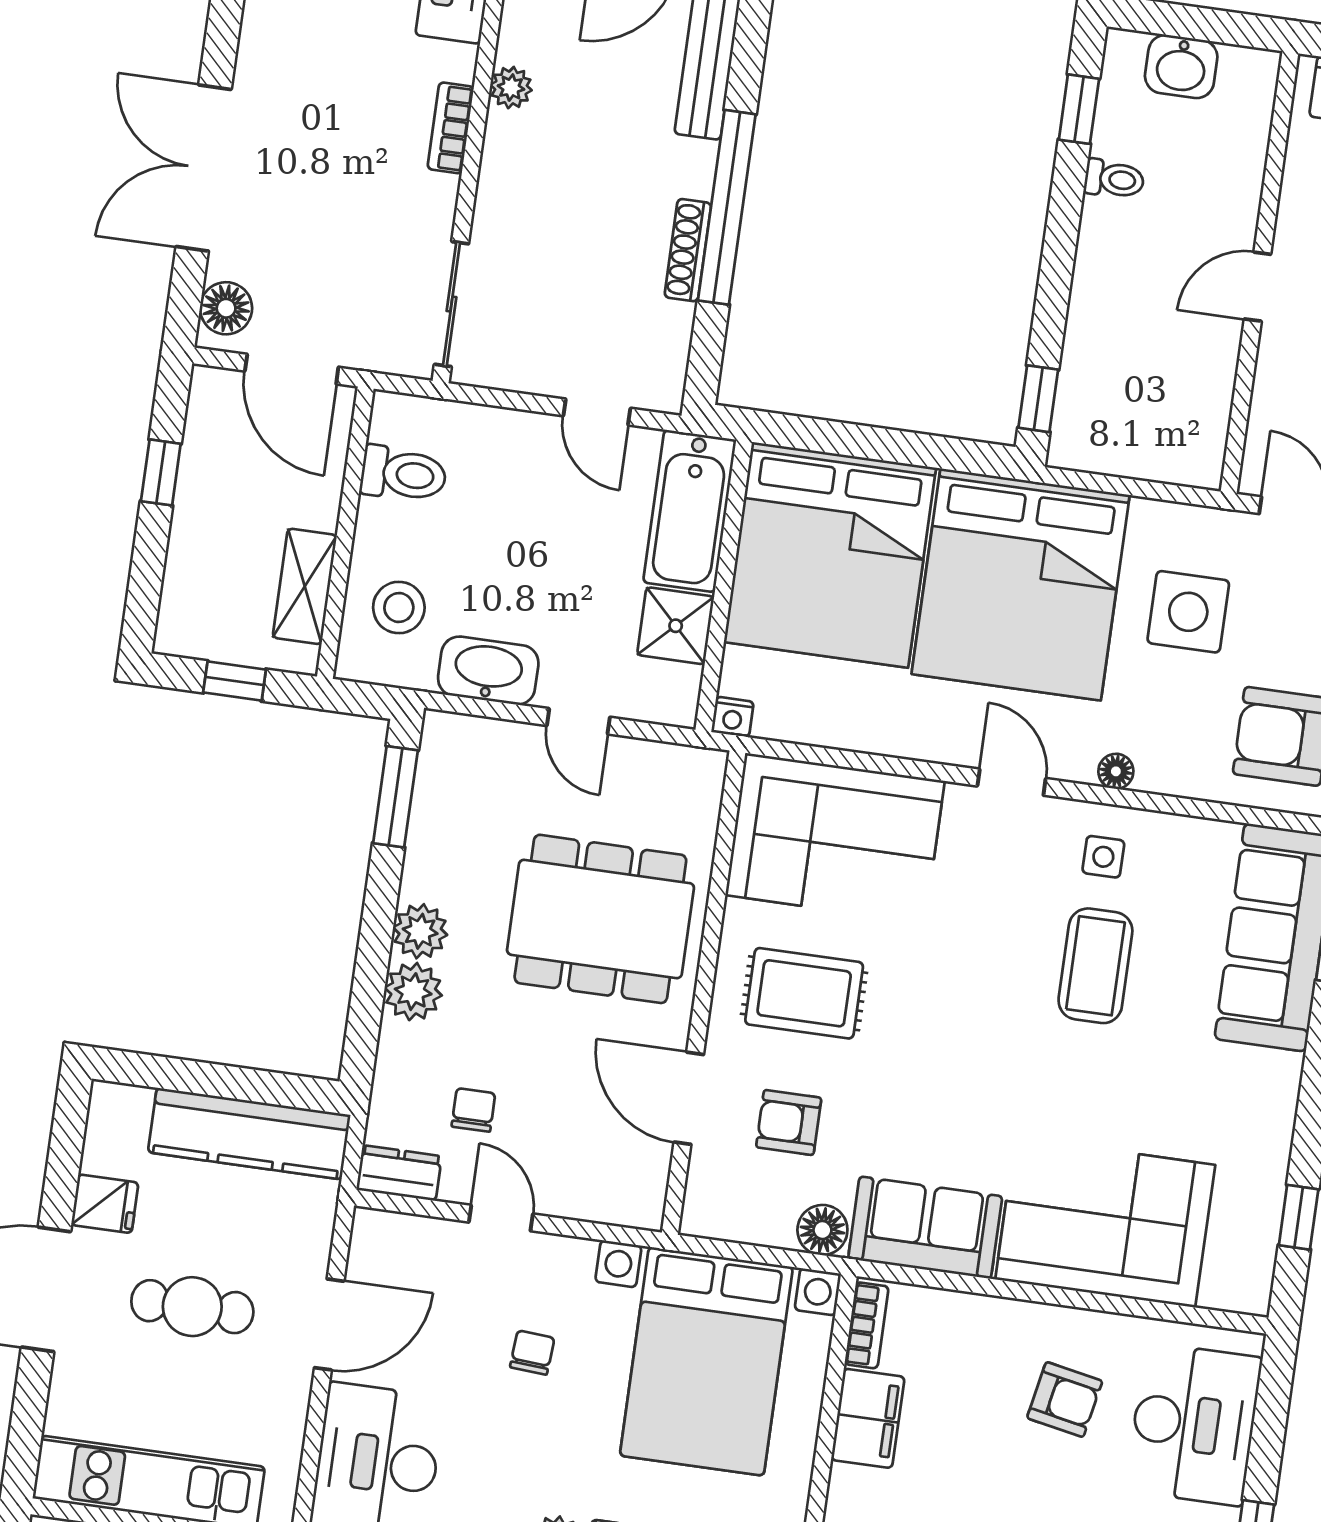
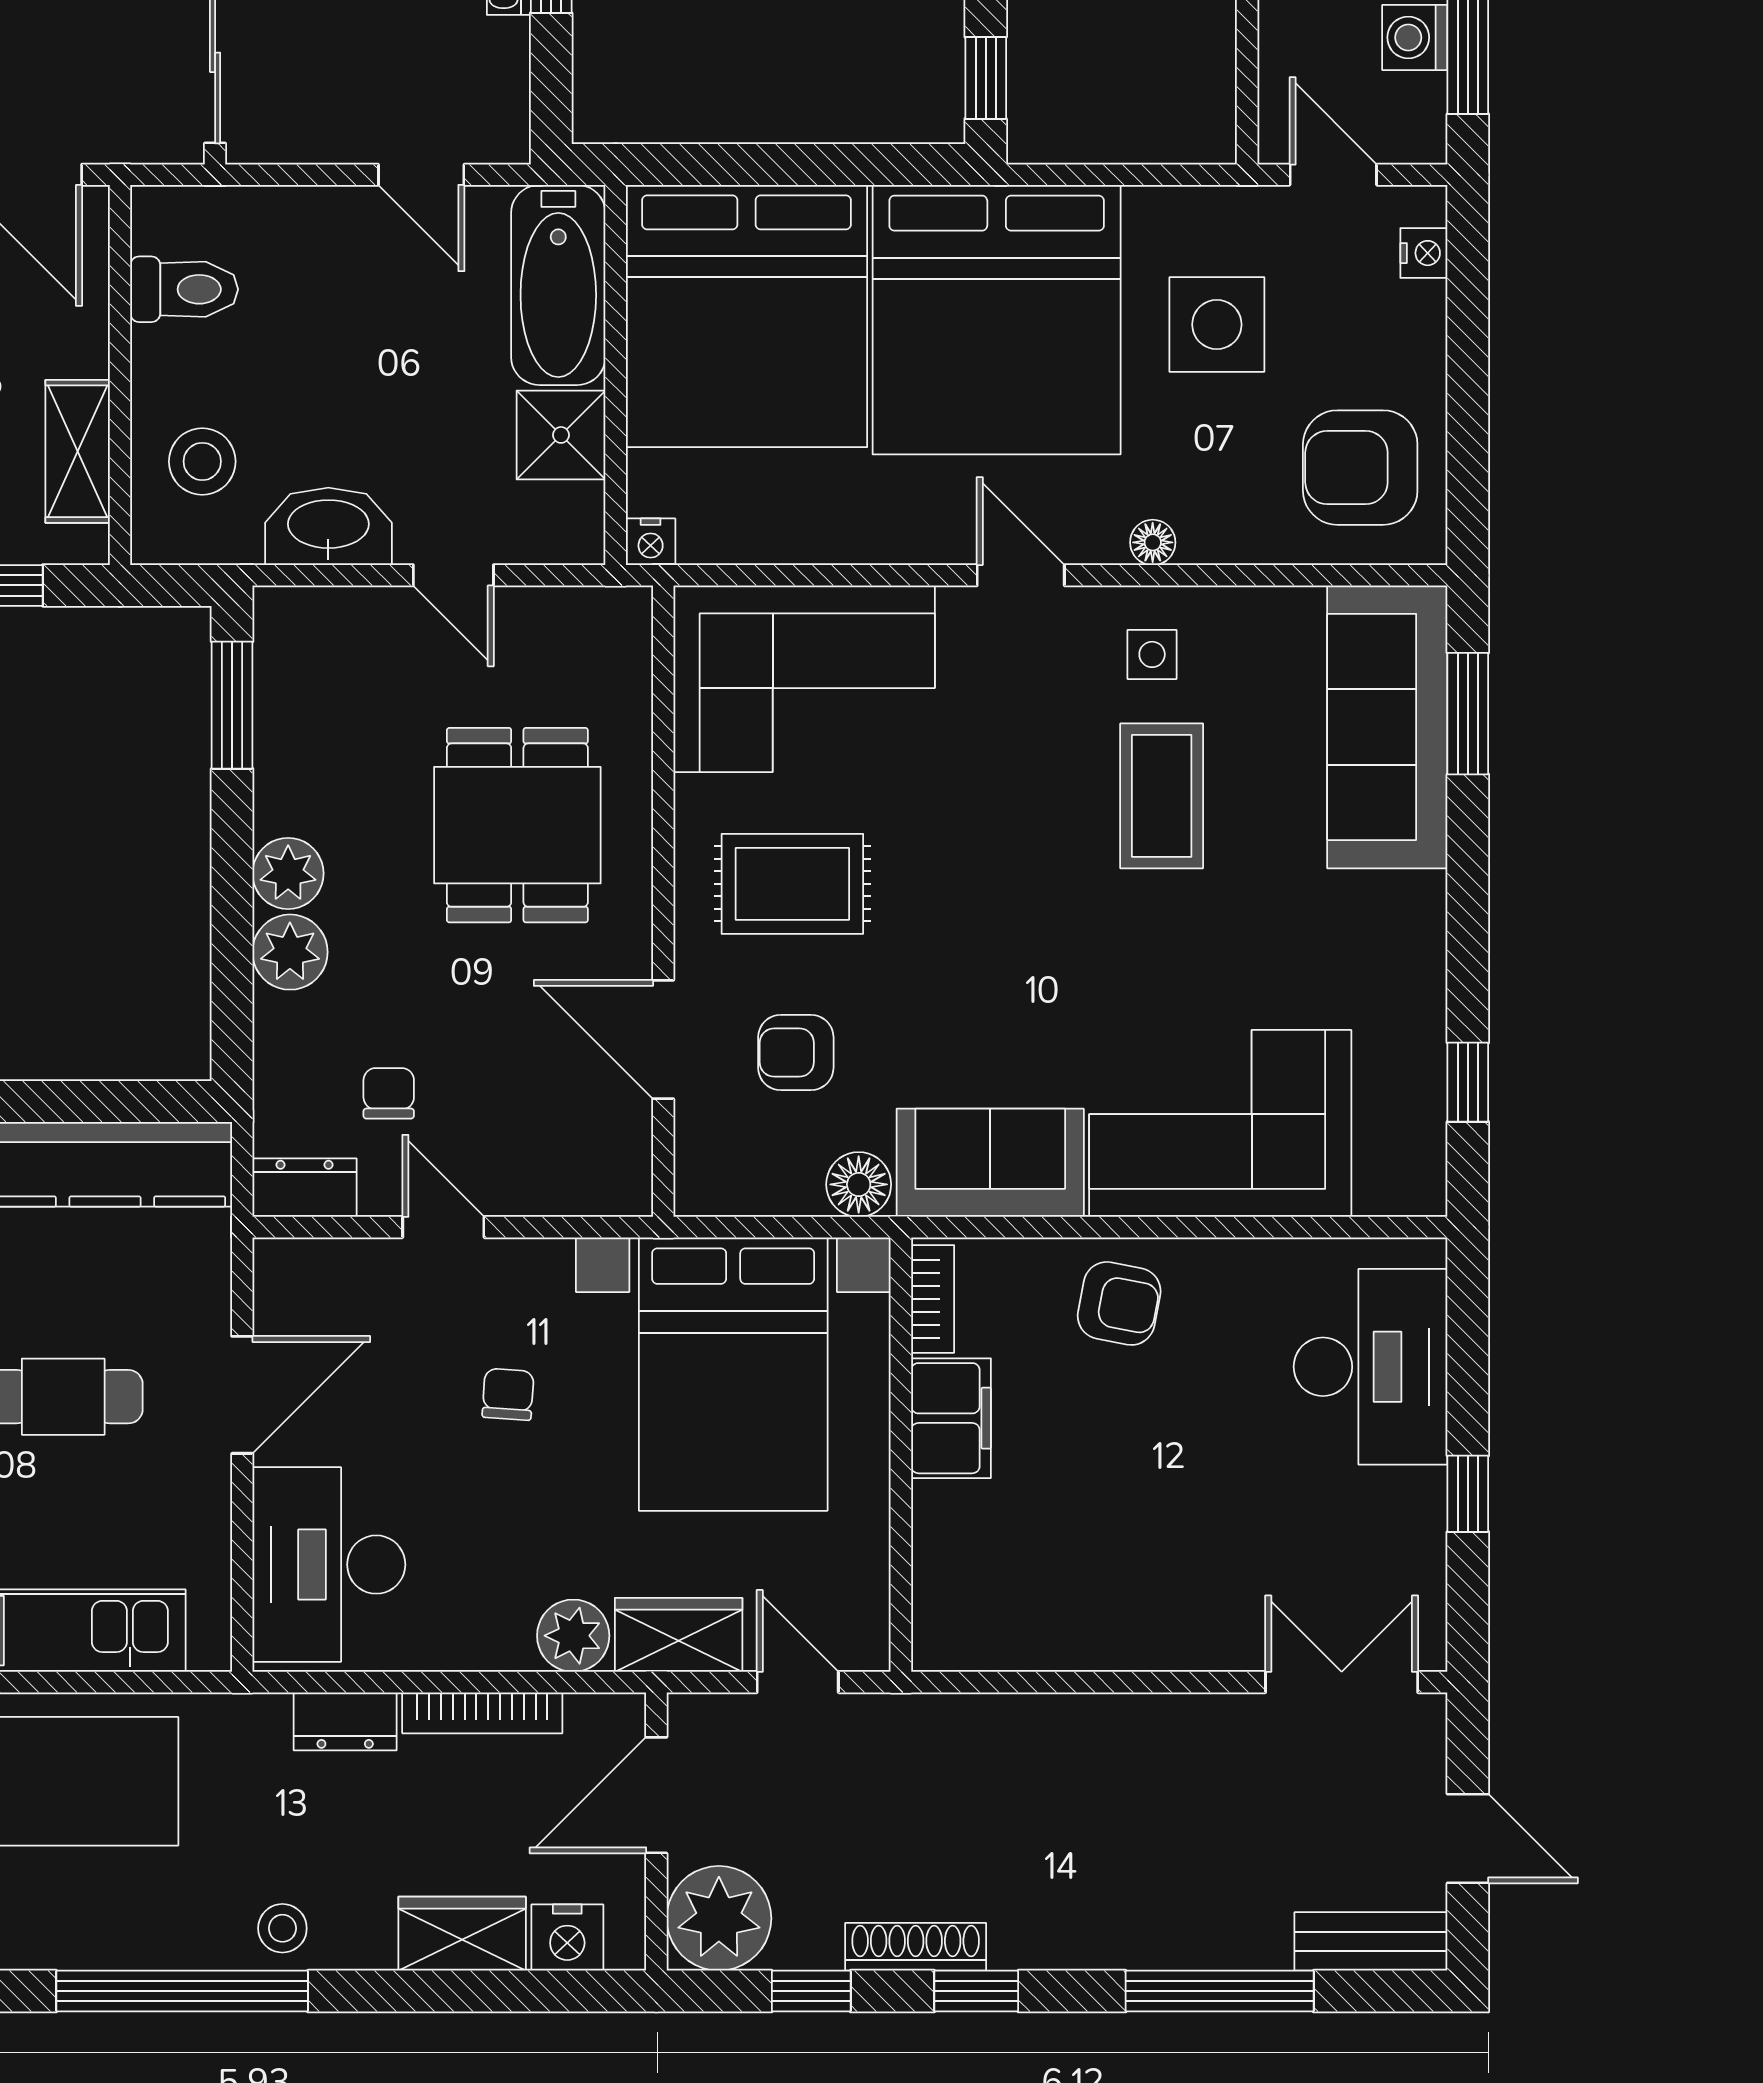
dining table: (600, 919) -> (517, 825), width x0.73
armchair: (1065, 1400) -> (1119, 1303), moved

